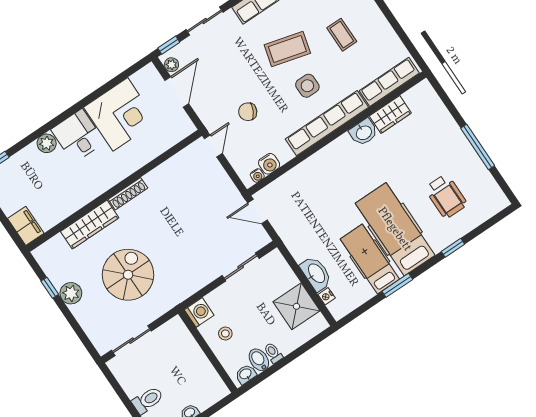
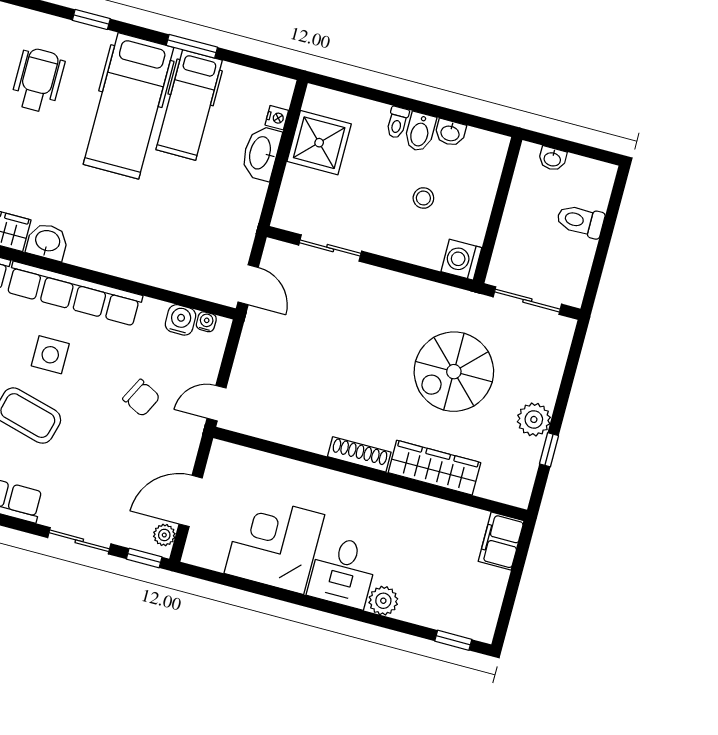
washing machine: (199, 312) -> (461, 260), moved
wall: (208, 351) -> (498, 210), moved

